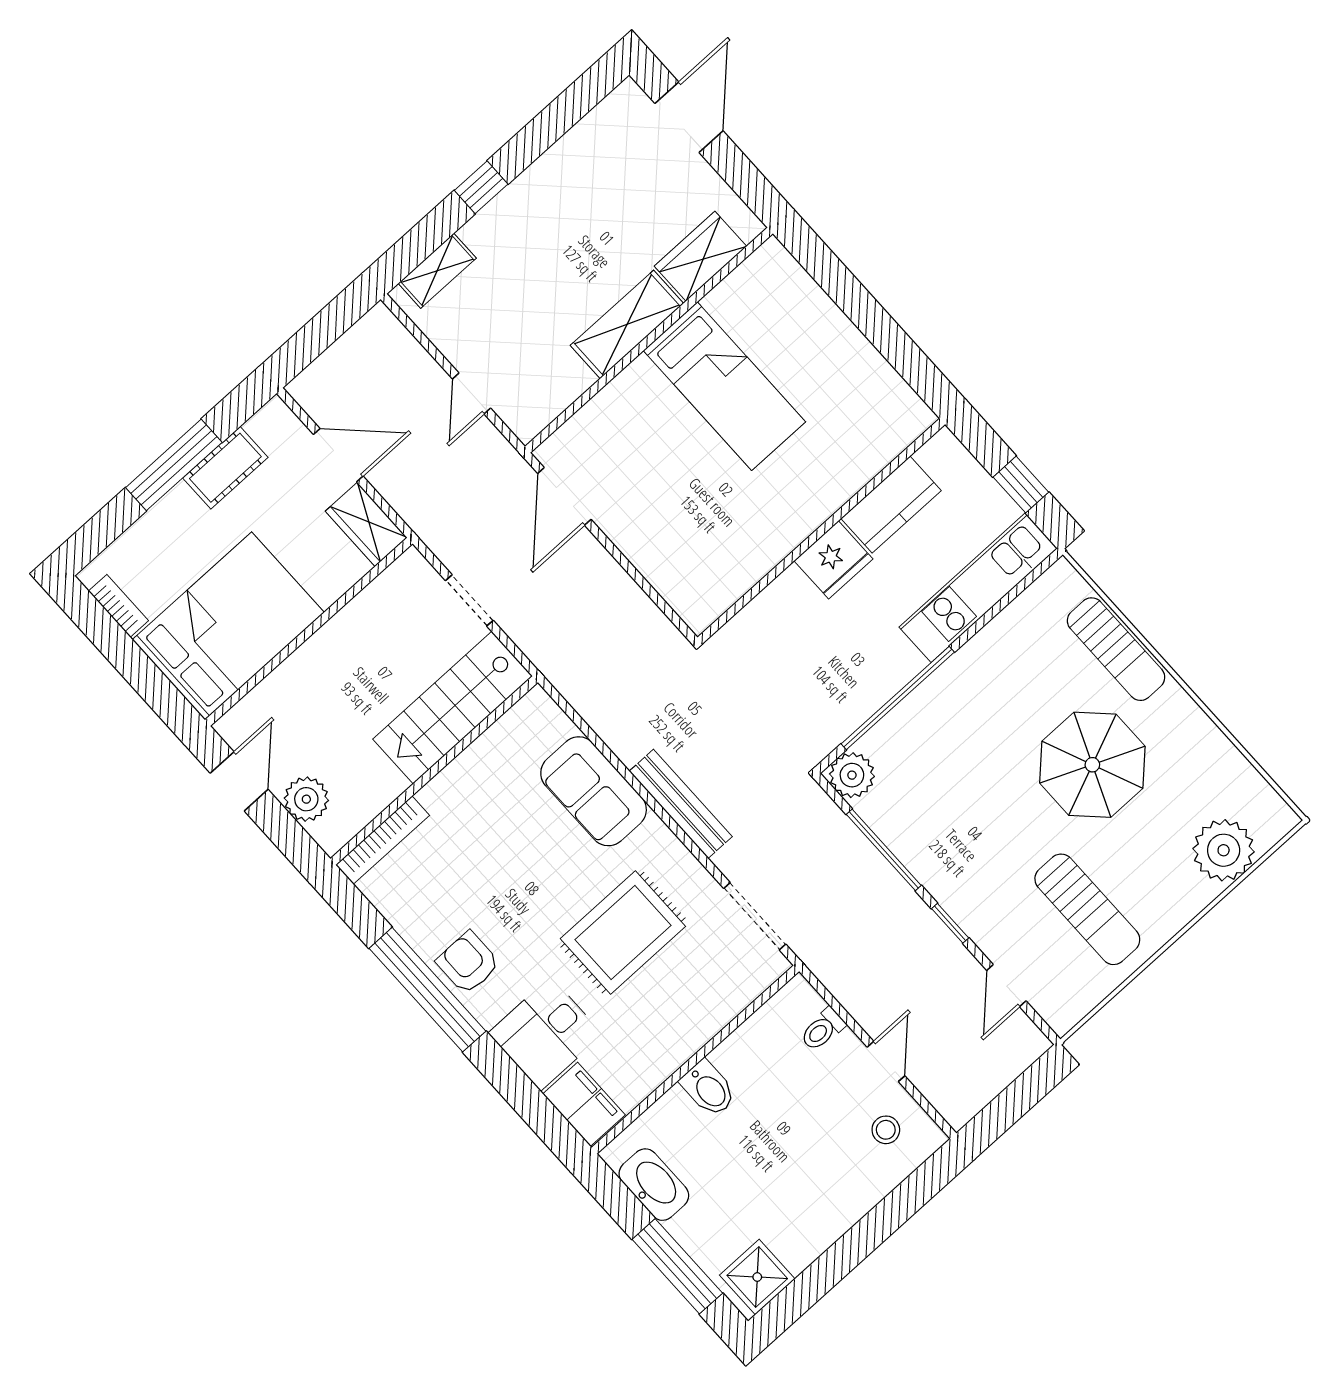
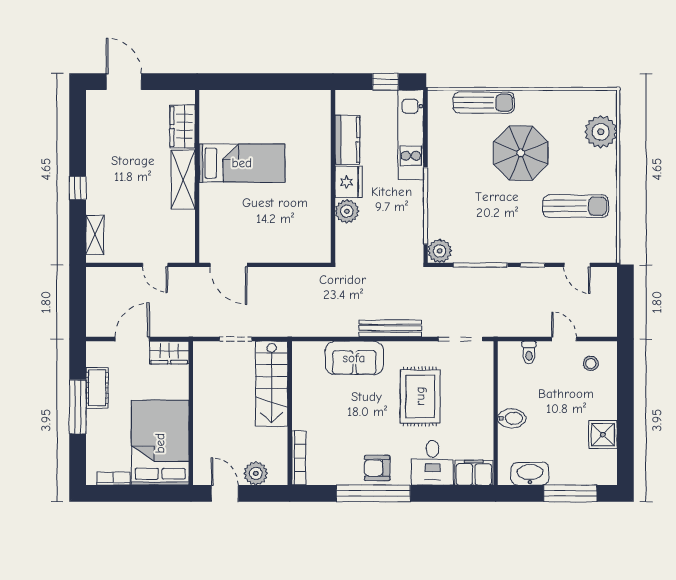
plant: (790, 595) -> (347, 211), added
shower: (757, 1277) -> (603, 435), moved

